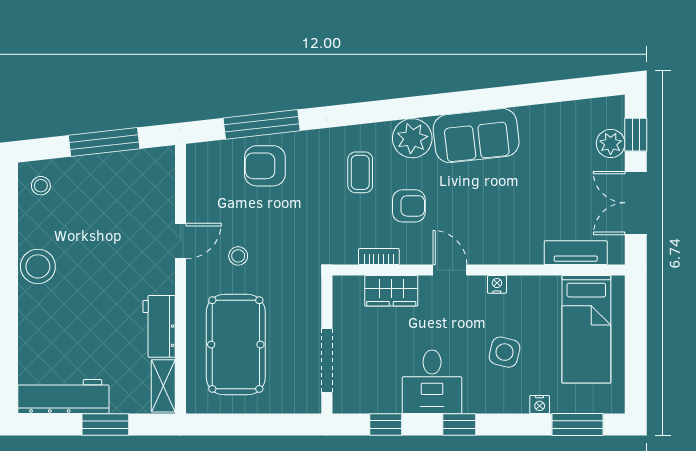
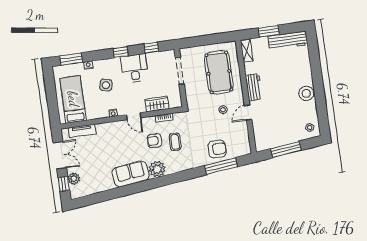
coffee table: (360, 172) -> (175, 142), moved
workbench: (159, 326) -> (254, 87), moved

